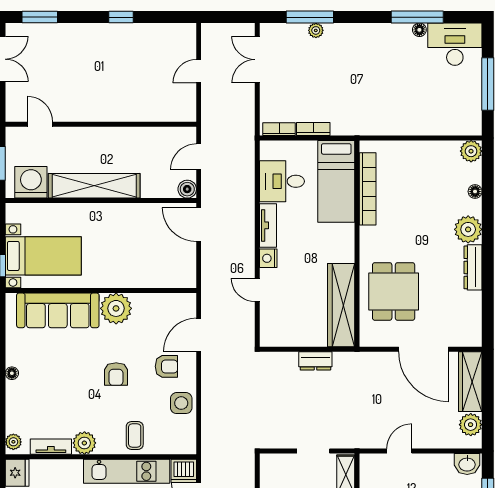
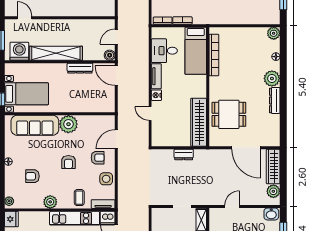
dresser: (136, 212) -> (80, 68), added
dining table: (394, 291) -> (229, 114), turned 90
armchair: (54, 399) -> (32, 176), added
tv unit: (51, 447) -> (103, 204), moved

